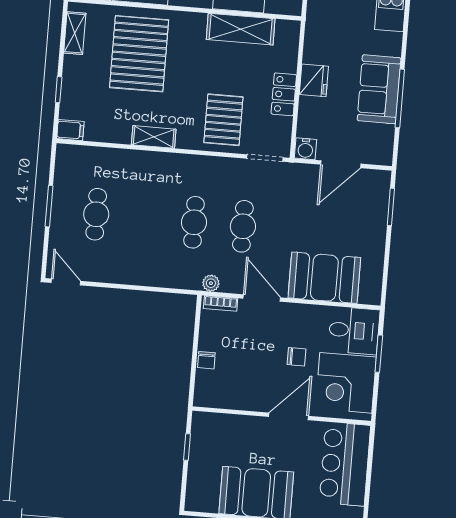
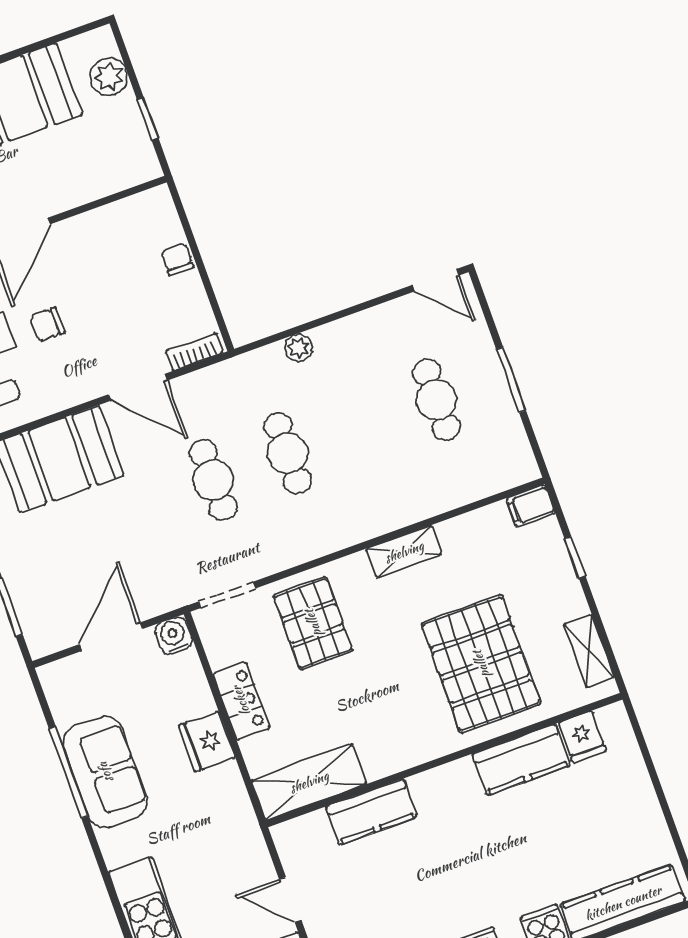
shelving: (241, 29) -> (309, 782), moved
plant: (211, 283) -> (299, 348), moved
plant: (198, 481) -> (109, 77), added

